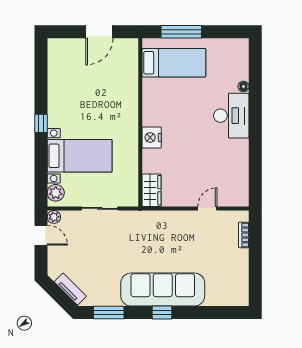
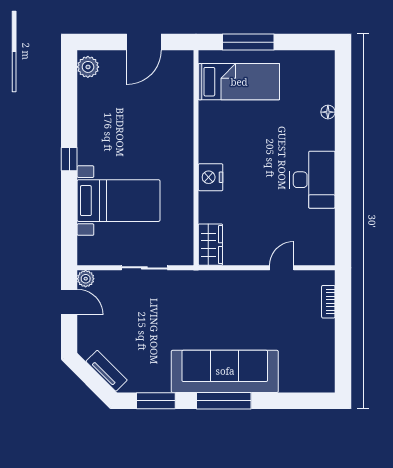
desk: (231, 116) -> (312, 180), moved
plant: (56, 193) -> (88, 67), moved
window: (162, 312) -> (224, 401), width x2.17

